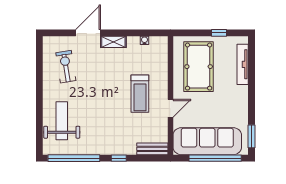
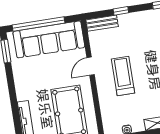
window: (119, 158) -> (121, 11), moved

